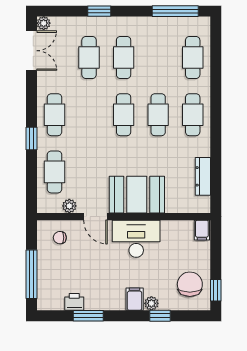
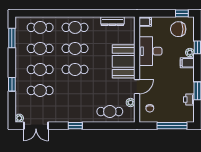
window: (175, 11) -> (12, 38), width x0.69
double door: (32, 51) -> (36, 126), swing flipped
cafe table: (55, 115) -> (40, 48), moved
window: (32, 139) -> (75, 126), moved
desk: (136, 239) -> (150, 51), moved

